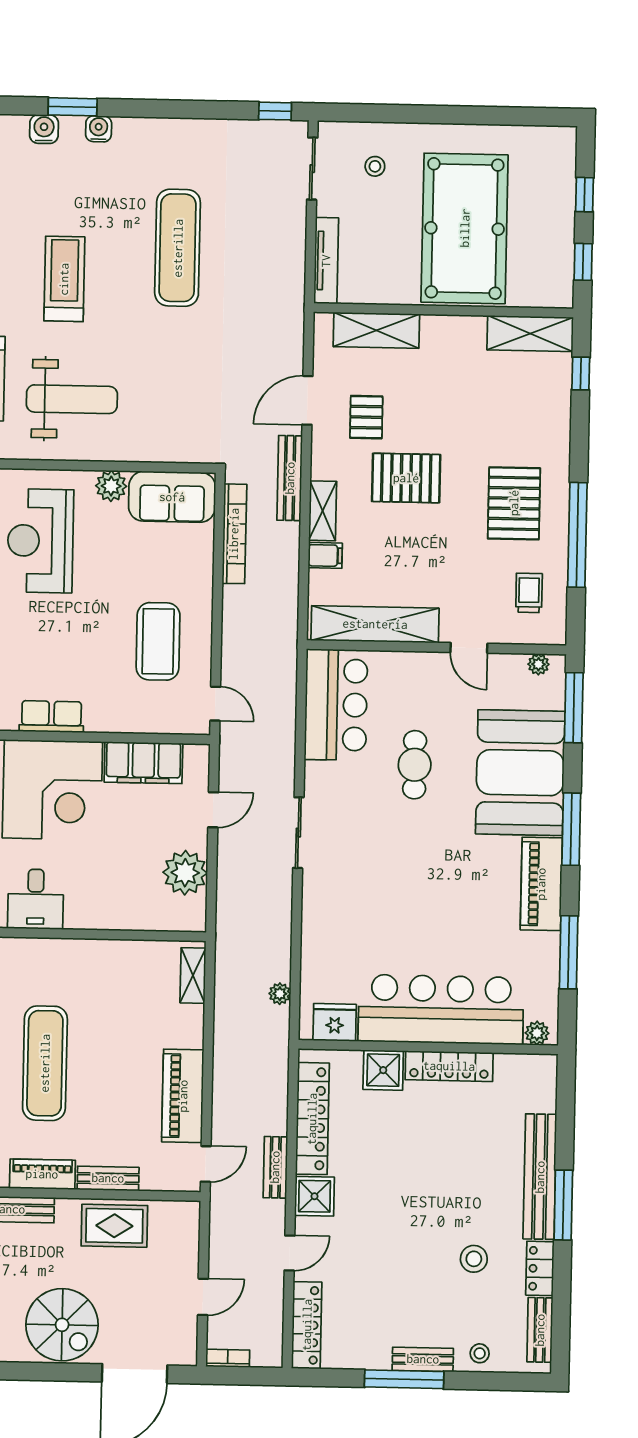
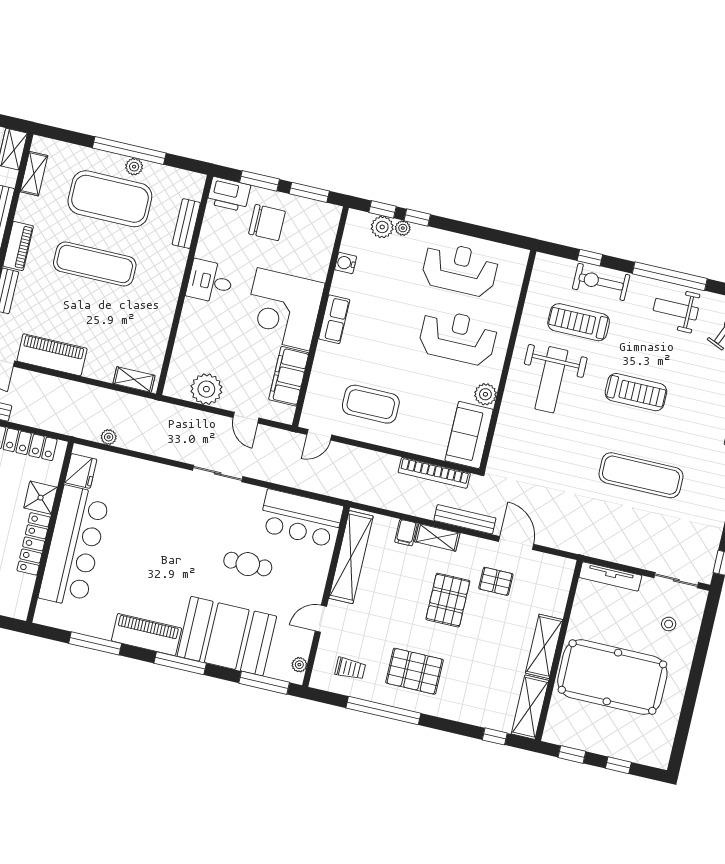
shelving: (376, 330) -> (544, 646), moved
plant: (537, 1033) -> (44, 610), removed

